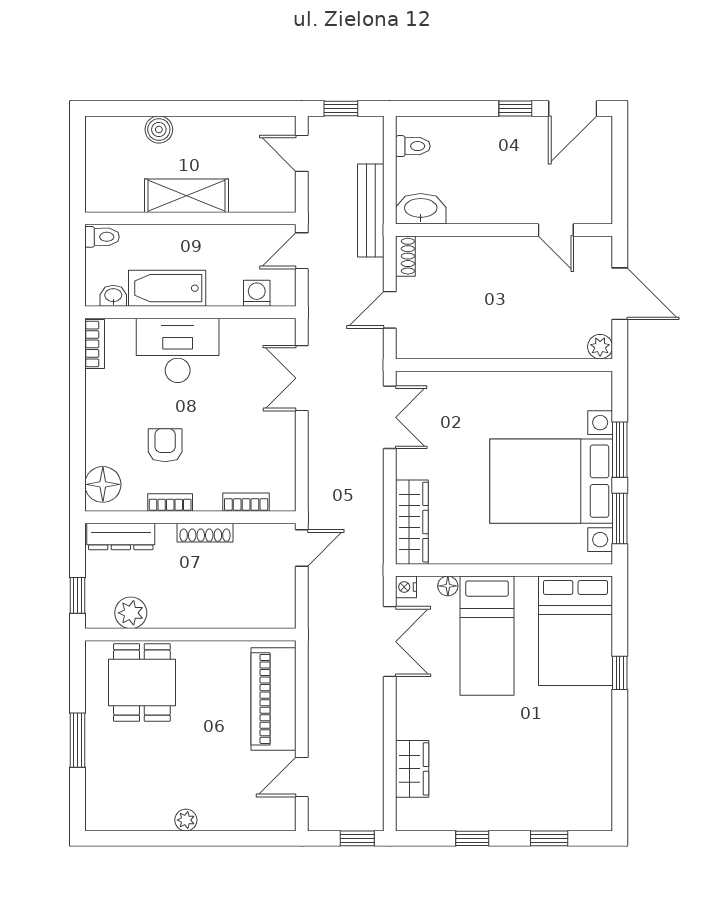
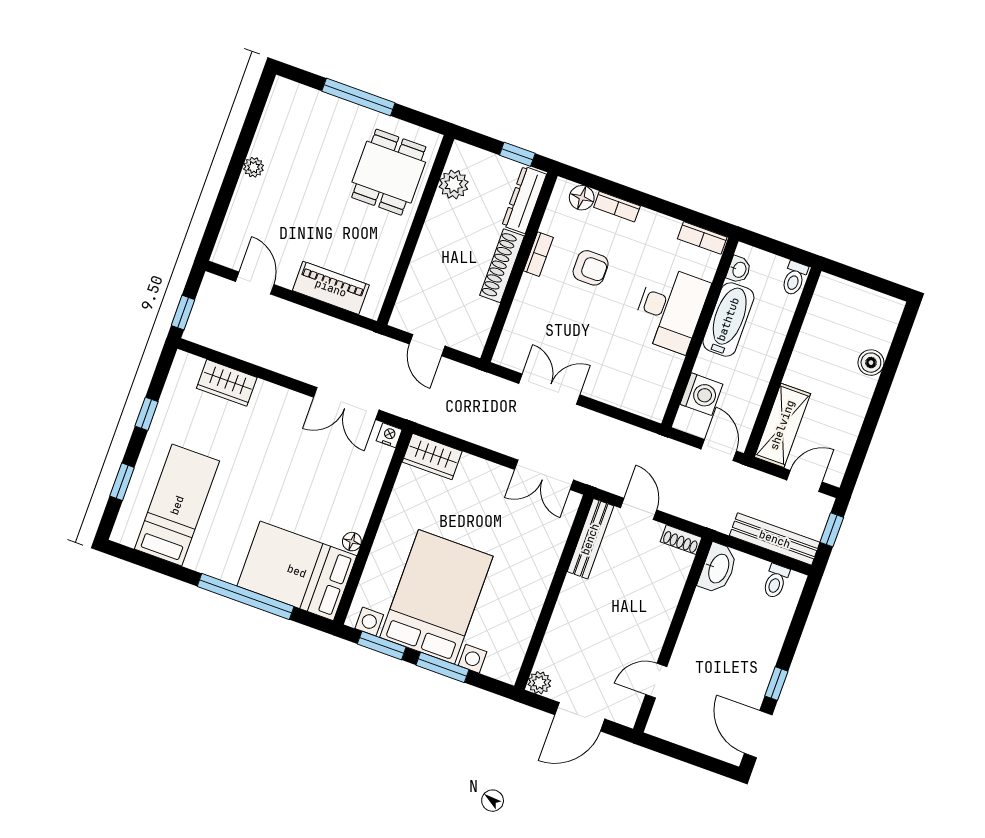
shelving: (186, 196) -> (782, 425), moved
bench: (371, 211) -> (775, 539), moved
washing machine: (257, 293) -> (701, 394), width x1.38, depth x1.38
bench: (437, 347) -> (590, 539), added
double door: (302, 378) -> (549, 389), moved
floor lamp: (103, 484) -> (582, 198), width x0.73, depth x0.73
bookcase: (246, 502) -> (617, 207), moved, turned 90
wardrobe: (412, 522) -> (432, 457), width x0.67
shoe rack: (205, 533) -> (502, 266), width x1.36, depth x1.24
door: (302, 548) -> (427, 345), moved
floor lamp: (448, 586) -> (352, 542), moved
window: (77, 595) -> (517, 154), moved
bed: (487, 636) -> (177, 505), moved, turned 90
window: (620, 673) -> (246, 596), width x3.17
dining table: (142, 683) -> (389, 172), turned 90
piano: (274, 699) -> (331, 288), width x0.73, depth x0.75
window: (77, 740) -> (358, 97), width x1.44

